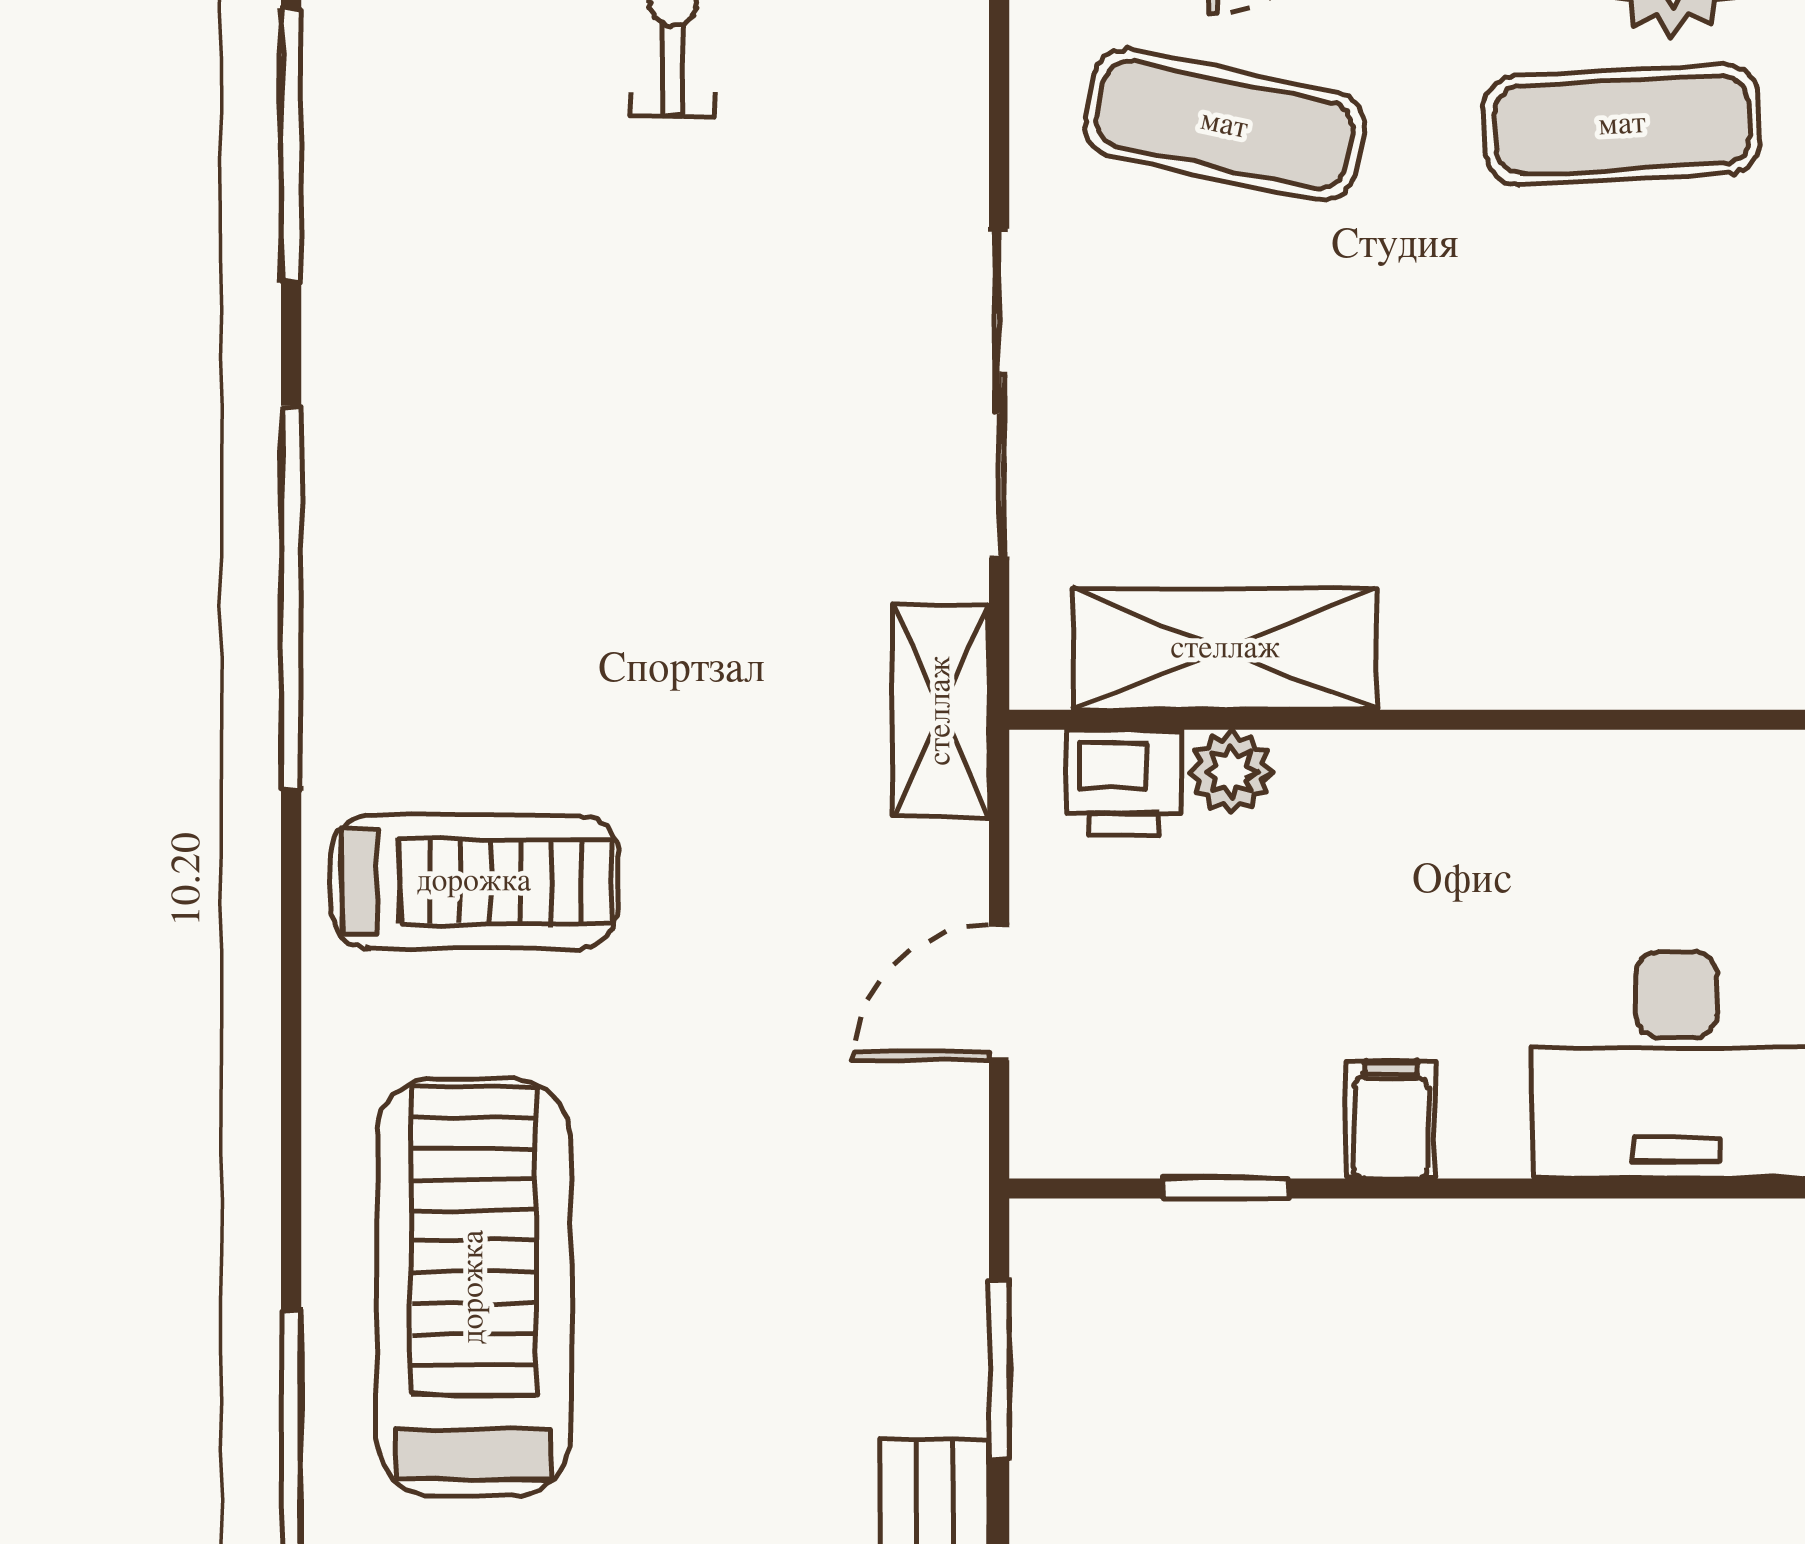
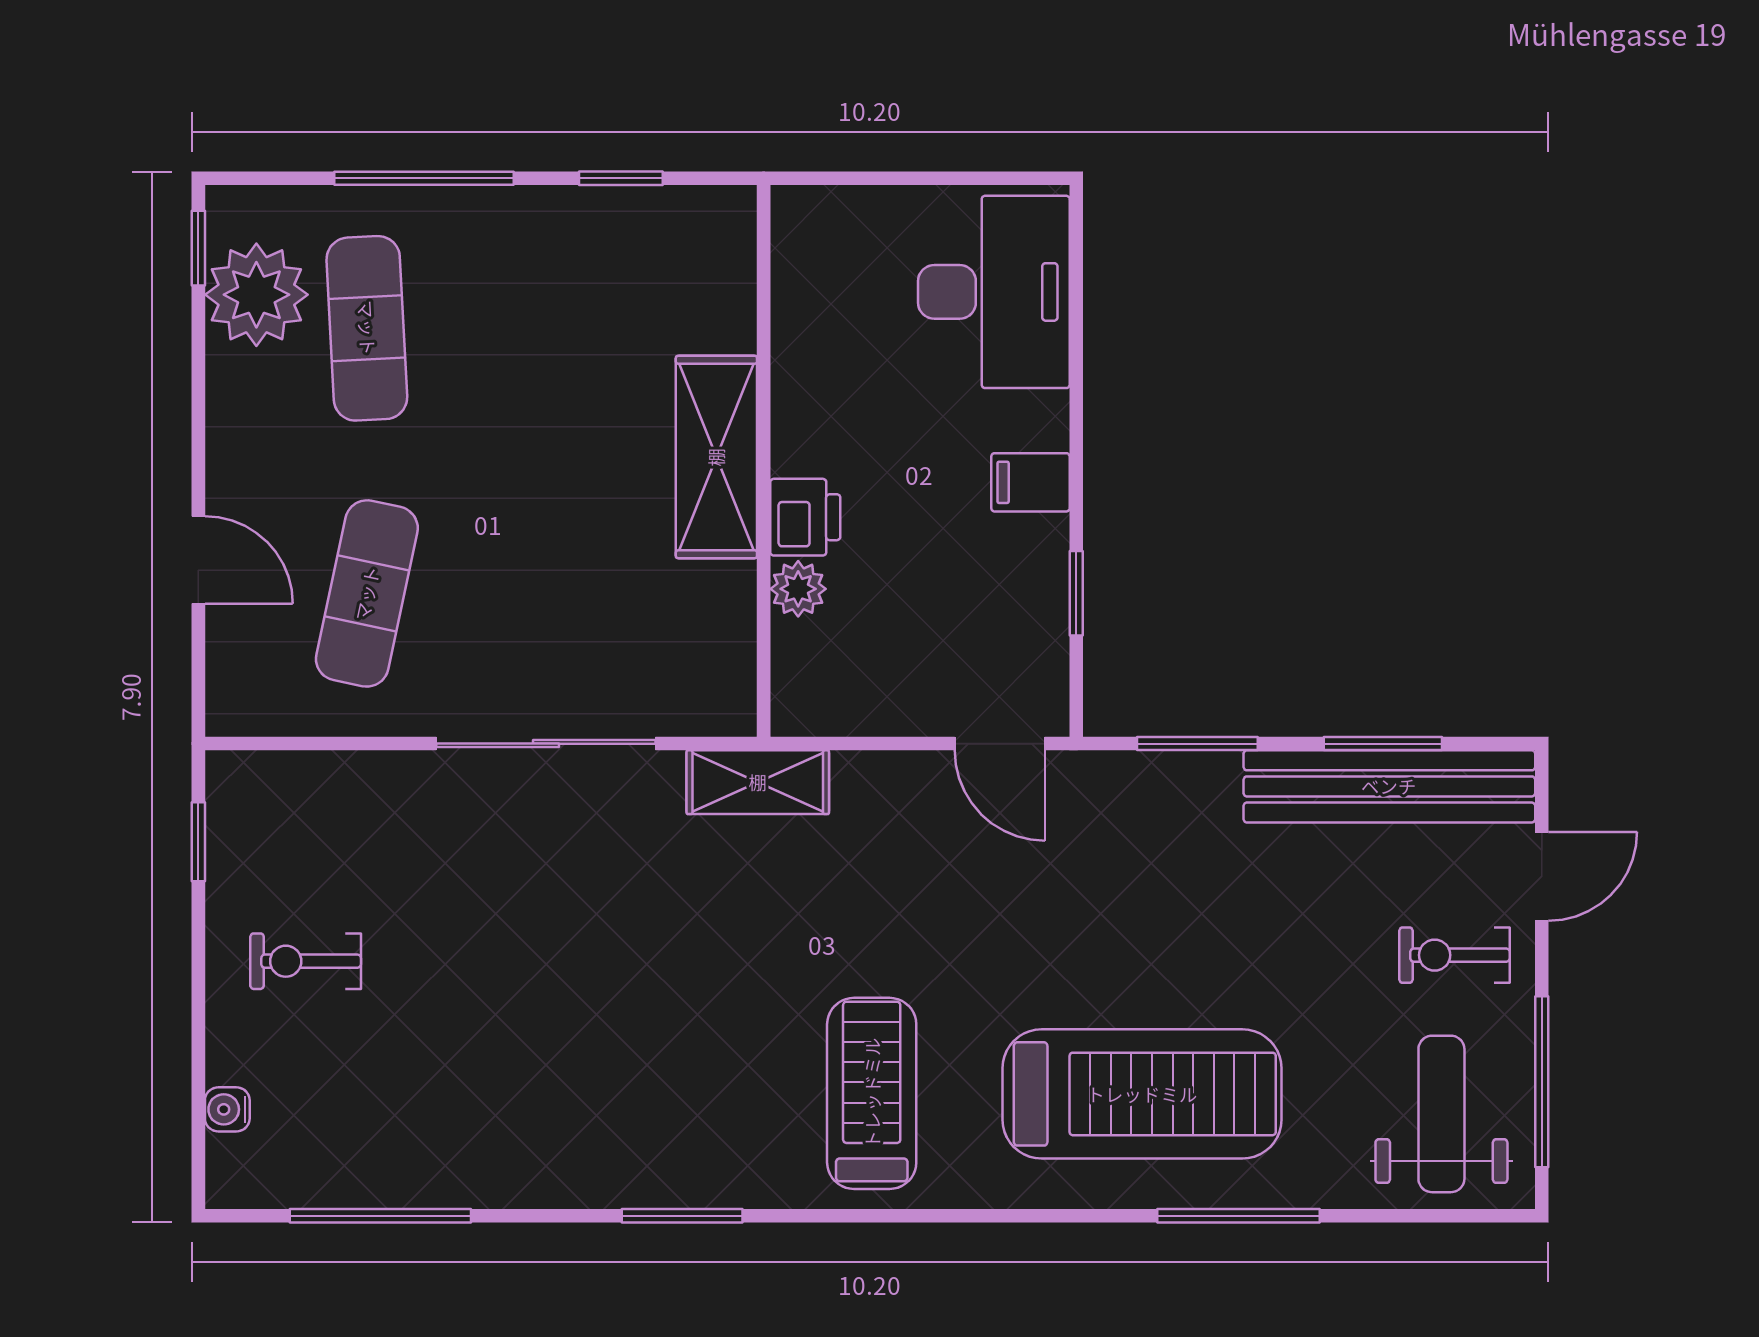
window: (291, 597) -> (682, 1216), width x0.47
shelving: (1225, 649) -> (716, 457), moved
printer: (1124, 782) -> (805, 517), moved
door: (999, 993) -> (1000, 744), moved
treadmill: (474, 1287) -> (1142, 1094), turned 180

